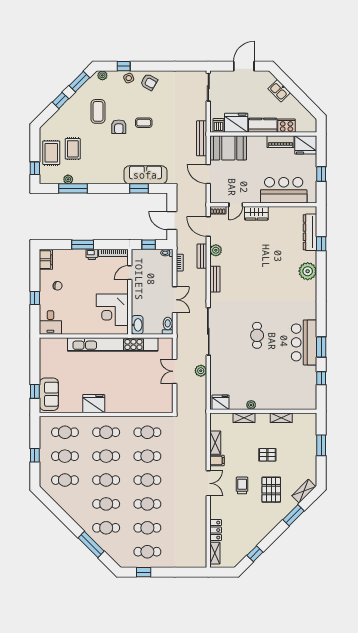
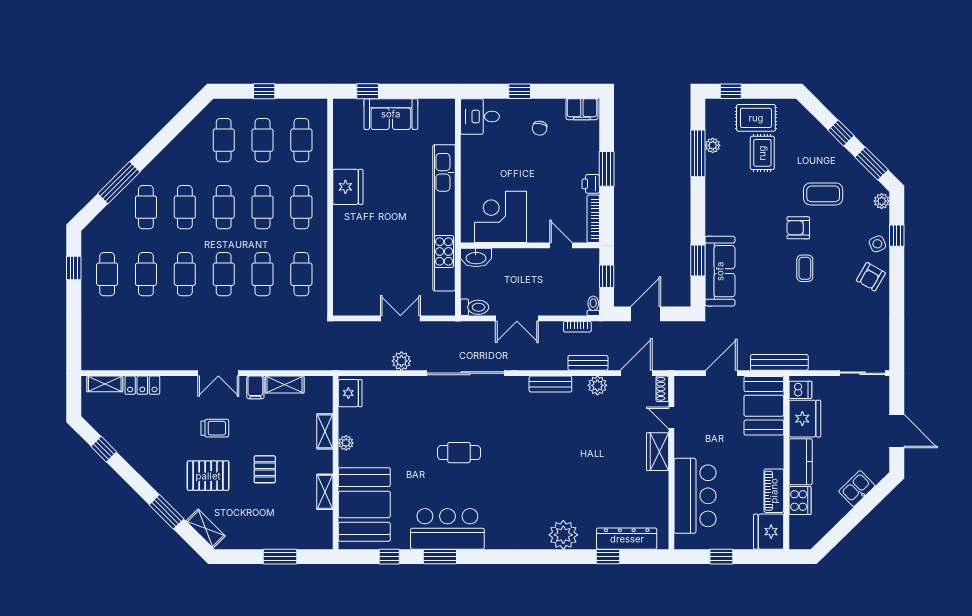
rug: (73, 149) -> (762, 153), turned 90
sofa: (49, 394) -> (391, 114), moved
booth: (289, 394) -> (364, 504), added

